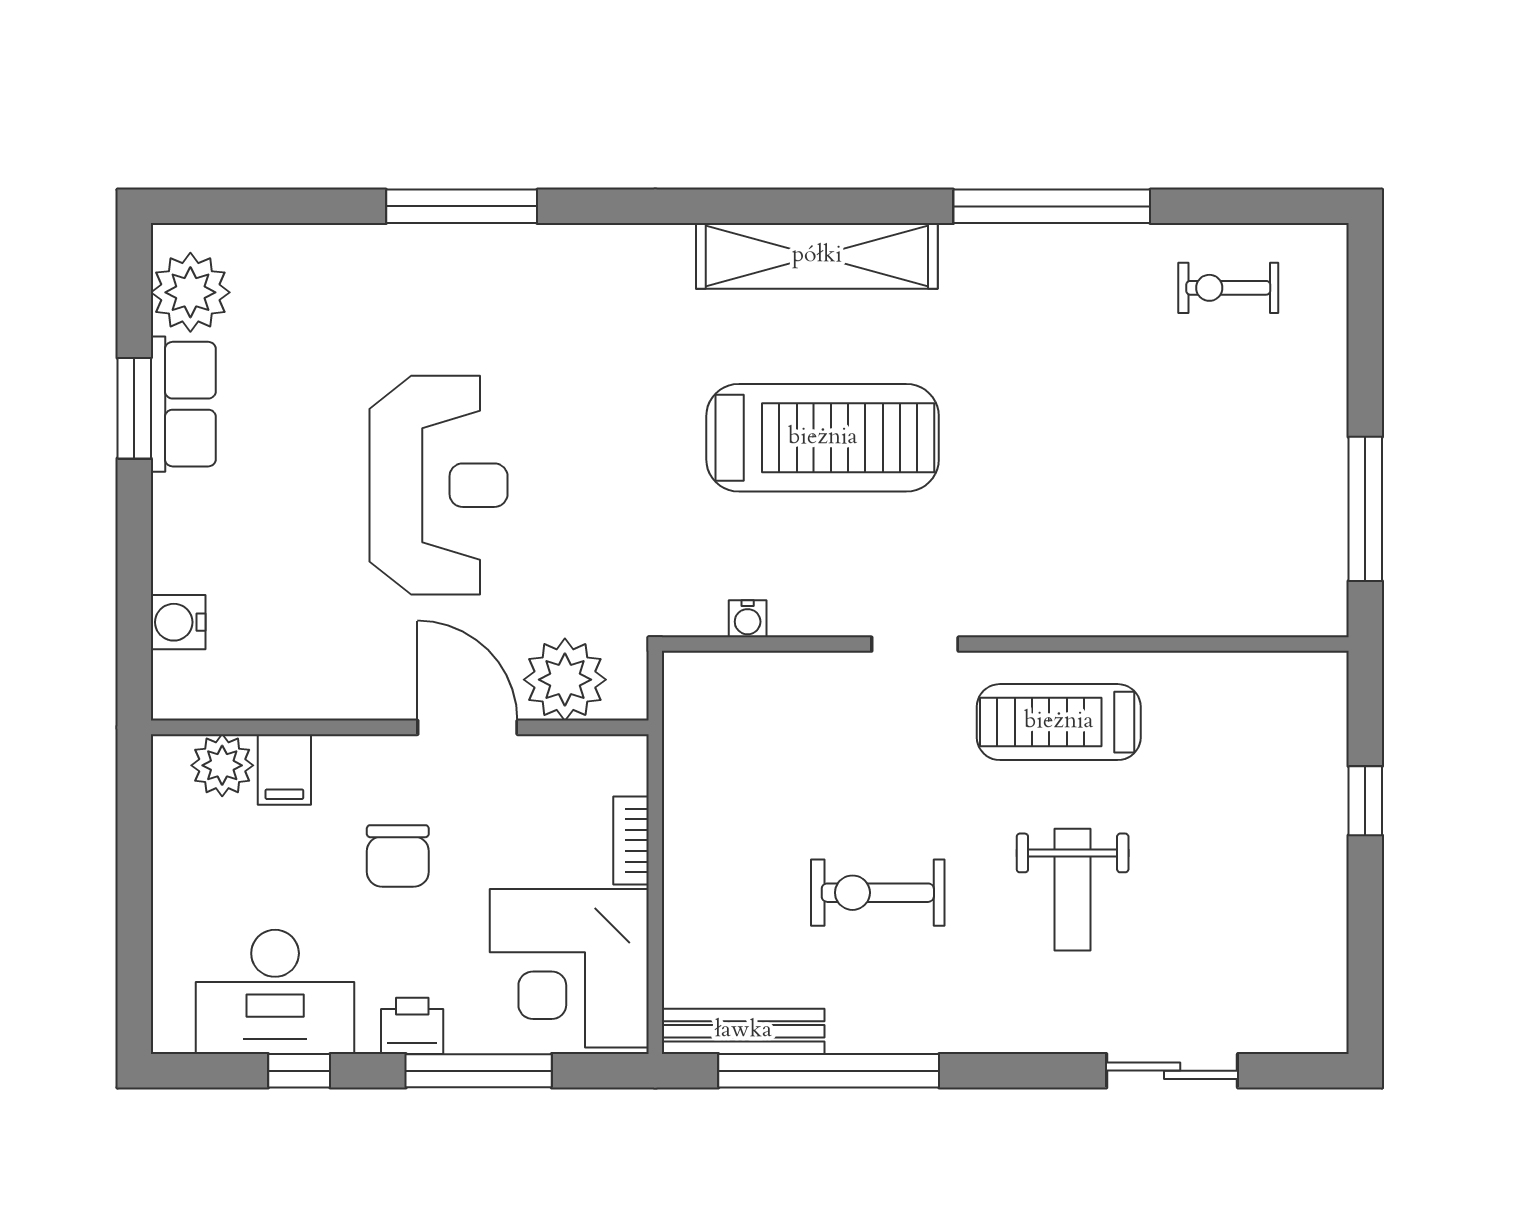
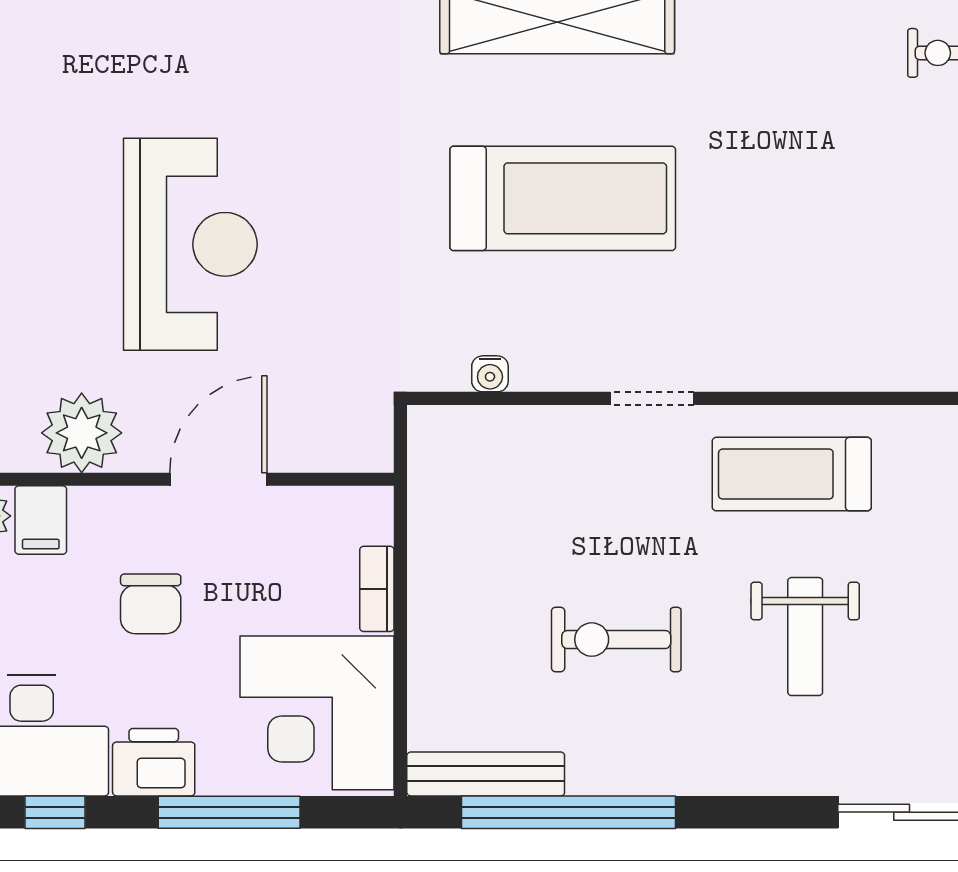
plant: (565, 680) -> (82, 433), moved
door: (467, 727) -> (218, 479), hinge flipped
printer: (412, 1026) -> (154, 762), width x1.36, depth x1.24

